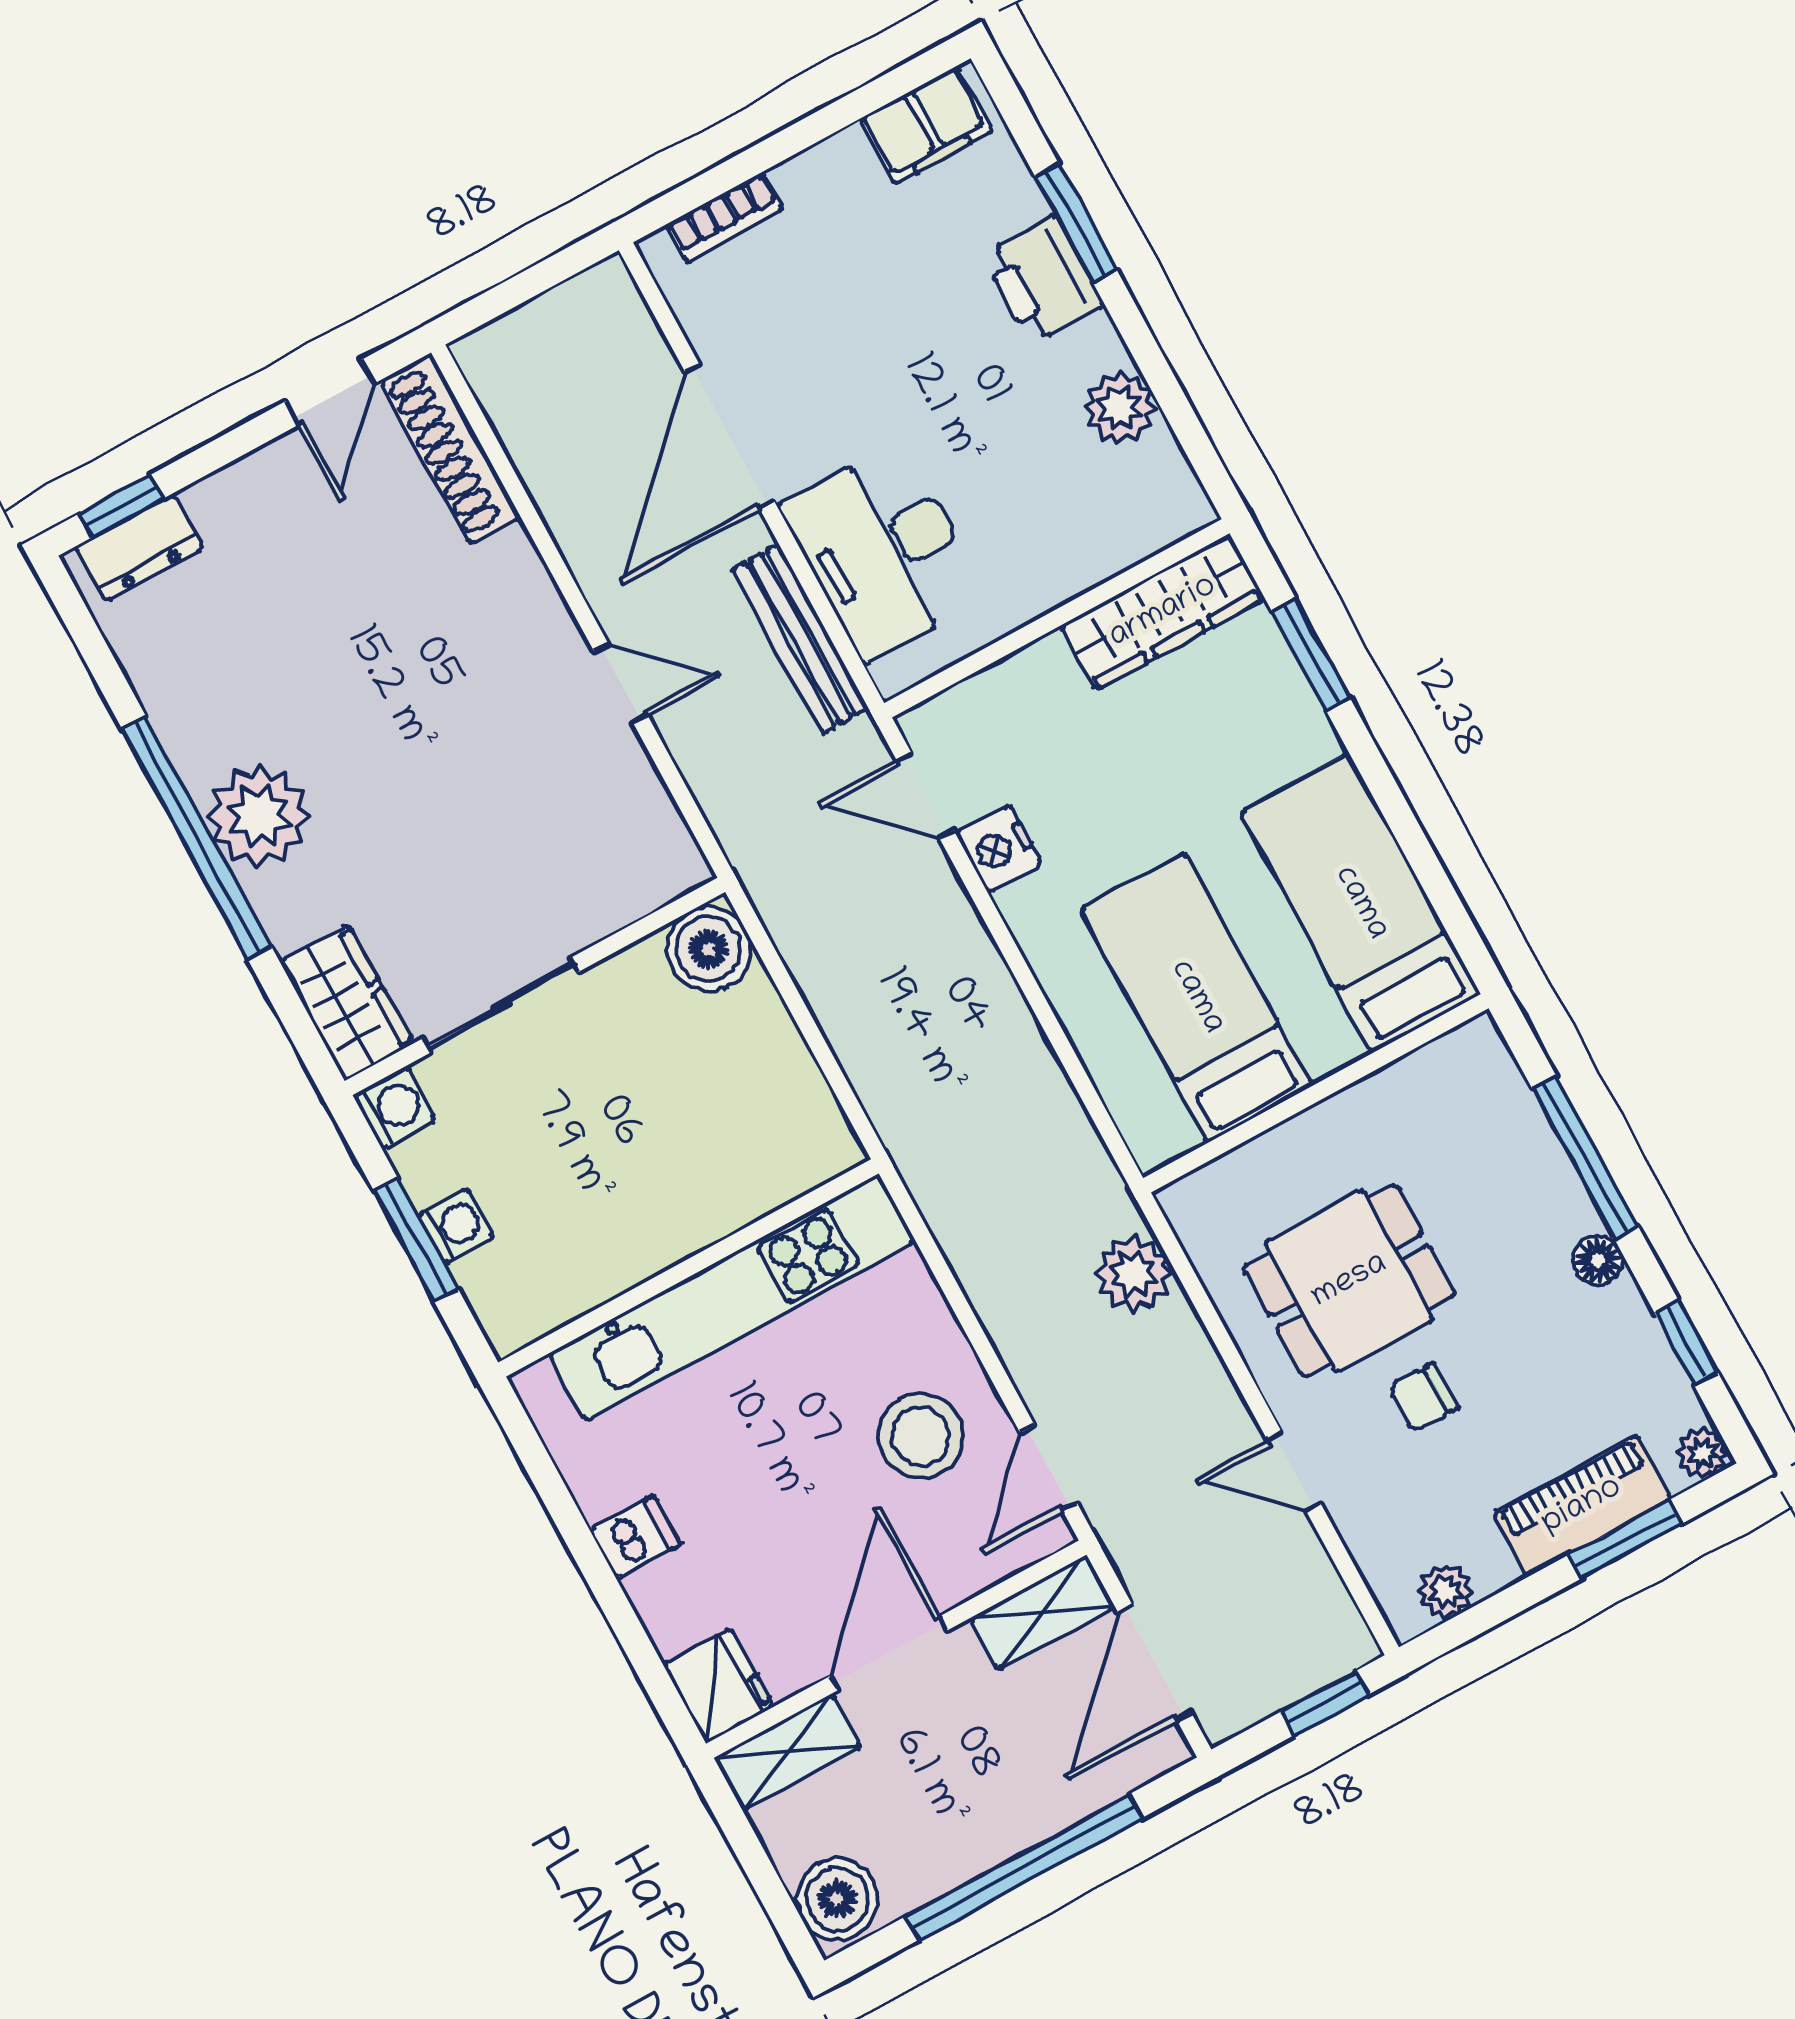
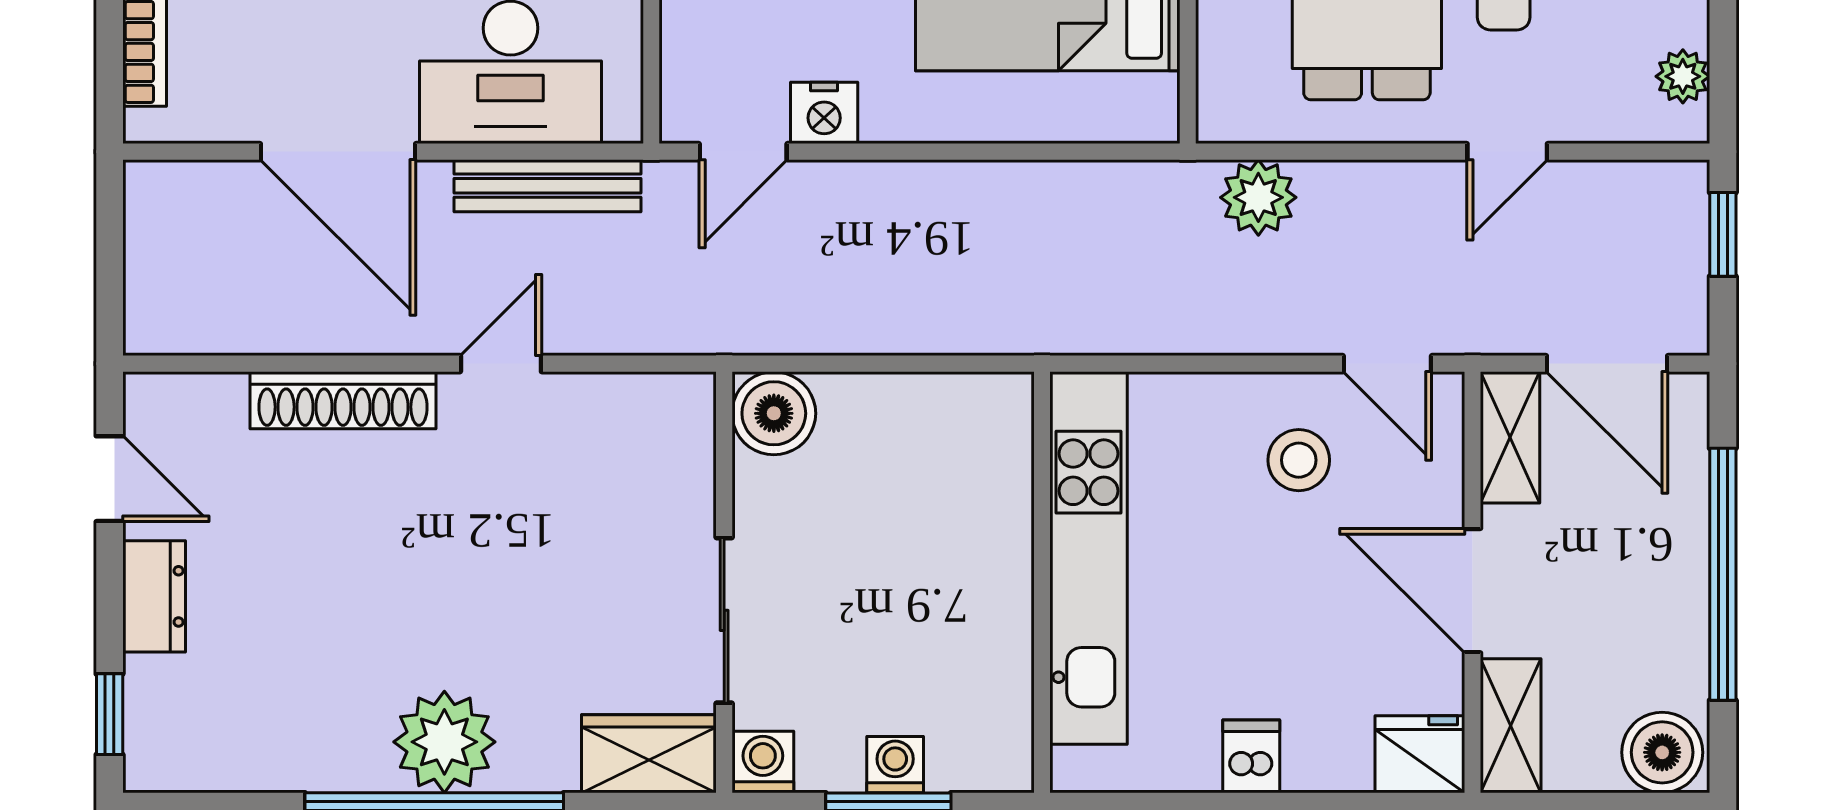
shoe rack: (451, 448) -> (343, 400), moved
dresser: (139, 548) -> (154, 596), moved
stool: (920, 1436) -> (1299, 460), width x0.73, depth x0.73

